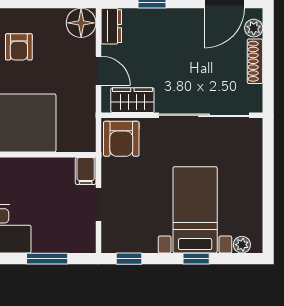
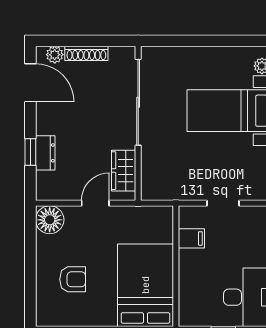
dresser: (111, 26) -> (45, 153), moved, turned 90
armchair: (121, 139) -> (160, 181), removed
filing cabinet: (86, 171) -> (191, 238), moved

